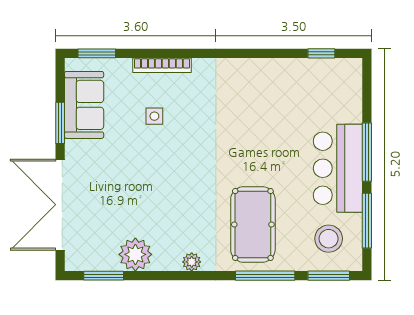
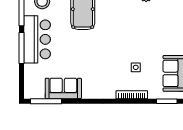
window: (321, 53) -> (46, 101), width x2.17
sofa: (289, 77) -> (63, 88), added

